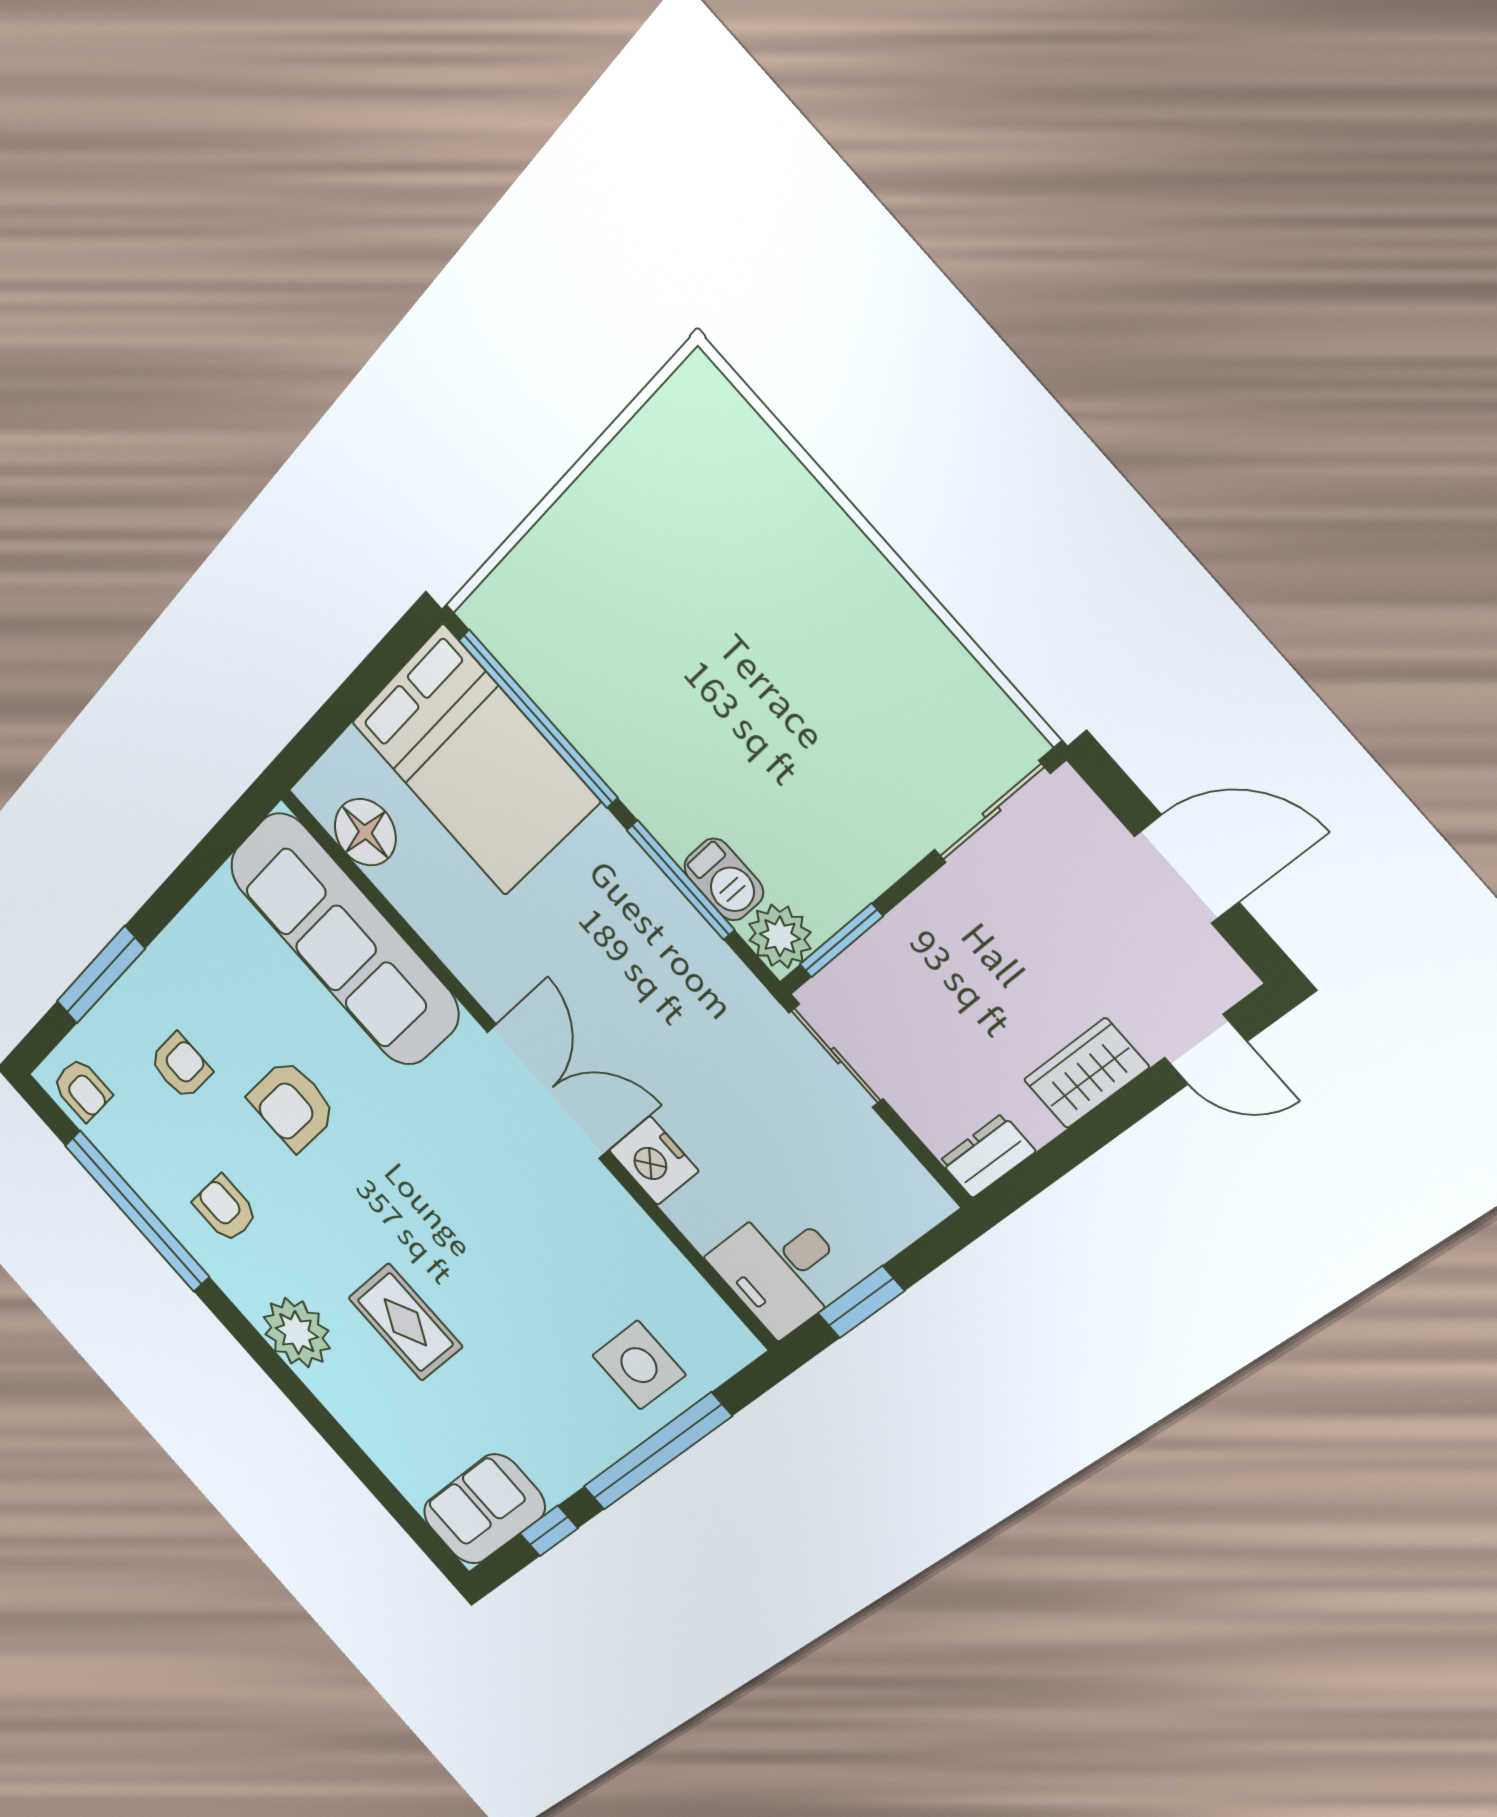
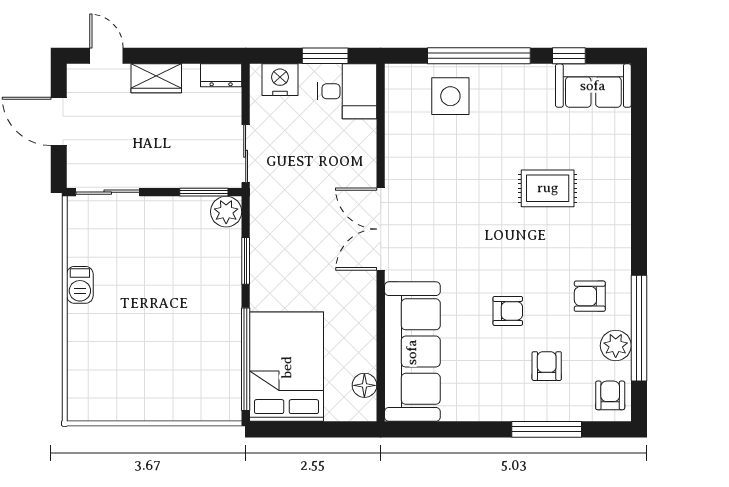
floor lamp: (365, 832) -> (364, 385), width x0.73, depth x0.73
window: (681, 880) -> (246, 261), width x0.69
barbecue: (724, 880) -> (80, 285), moved, turned 180
armchair: (181, 1066) -> (547, 366), turned 90
armchair: (292, 1105) -> (508, 311), width x0.72, depth x0.72
nightstand: (654, 1161) -> (280, 80), moved, turned -90
armchair: (225, 1209) -> (590, 296), turned 90
rug: (405, 1322) -> (548, 188), turned 90
plant: (297, 1333) -> (616, 346), moved, width x0.73, depth x0.73

